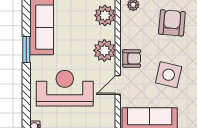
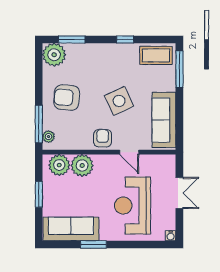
plant: (104, 50) -> (82, 166), moved
side table: (169, 75) -> (119, 101), turned -38

